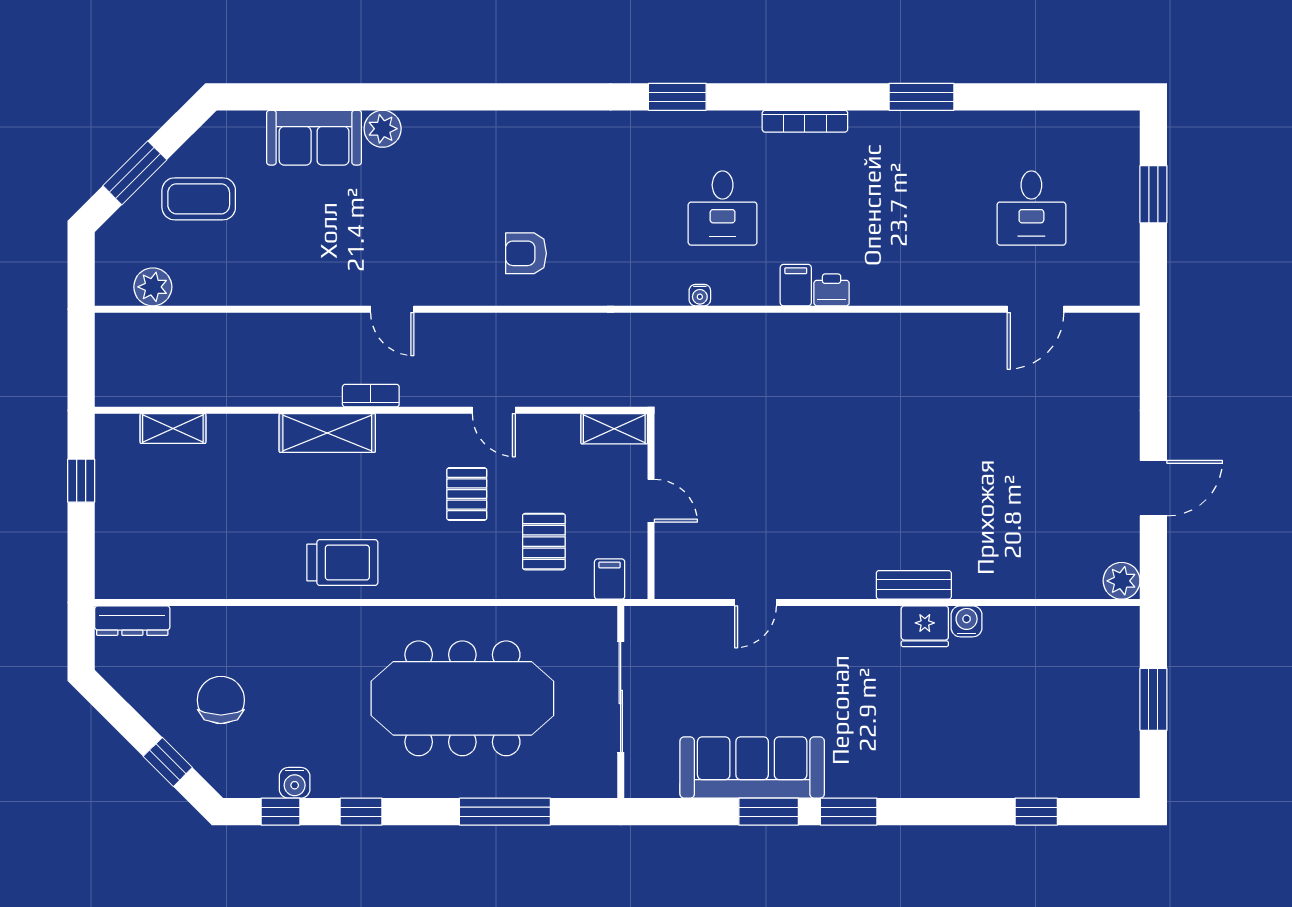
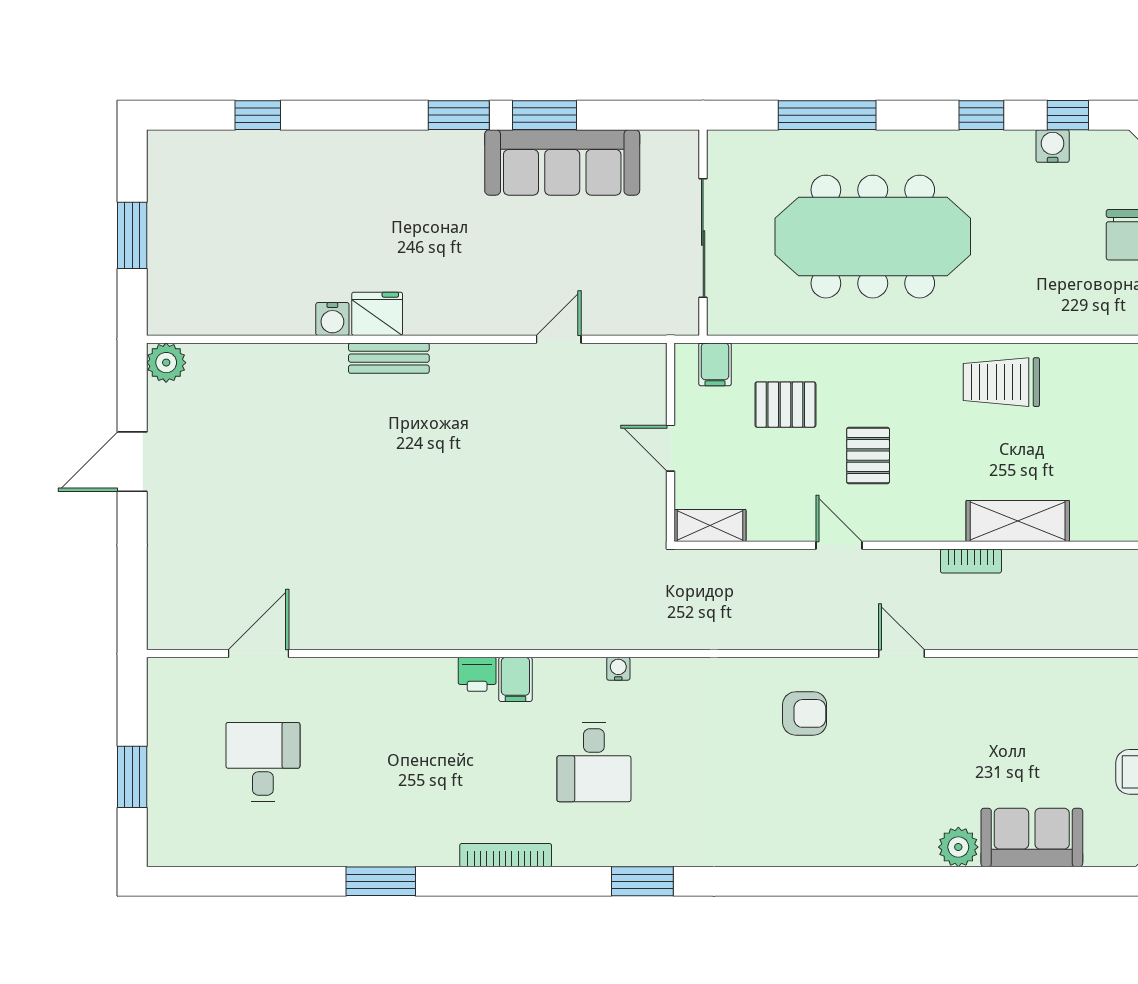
desk: (723, 208) -> (594, 762), turned 180
door: (392, 309) -> (902, 654), moved
pallet: (544, 542) -> (785, 405), turned 90

